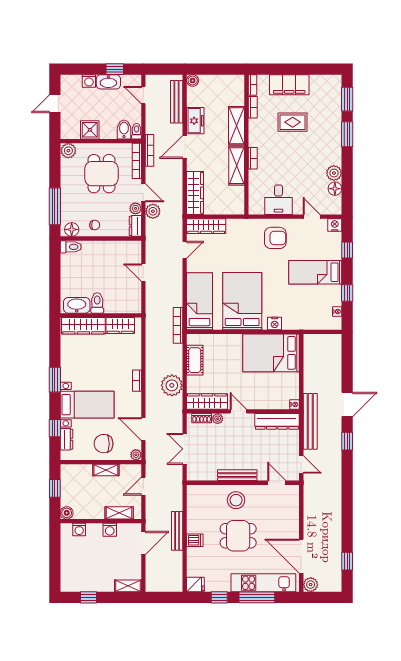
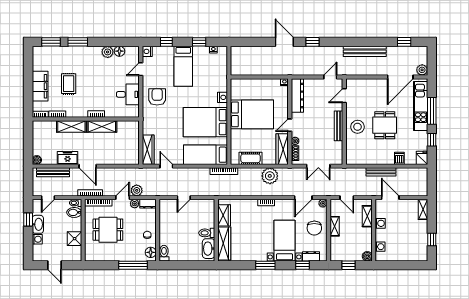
plant: (68, 151) -> (90, 255), removed
wardrobe: (195, 193) -> (123, 158), removed
bed: (271, 353) -> (252, 114), moved, turned -90
bench: (310, 421) -> (365, 51), moved
dishwasher: (195, 540) -> (399, 158), moved

